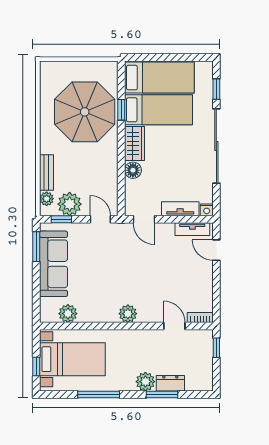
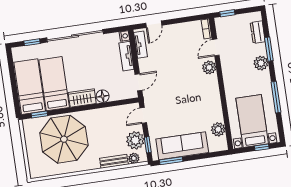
window: (121, 110) -> (39, 114), moved
plant: (128, 314) -> (209, 67), moved
dresser: (170, 383) -> (258, 32), moved

